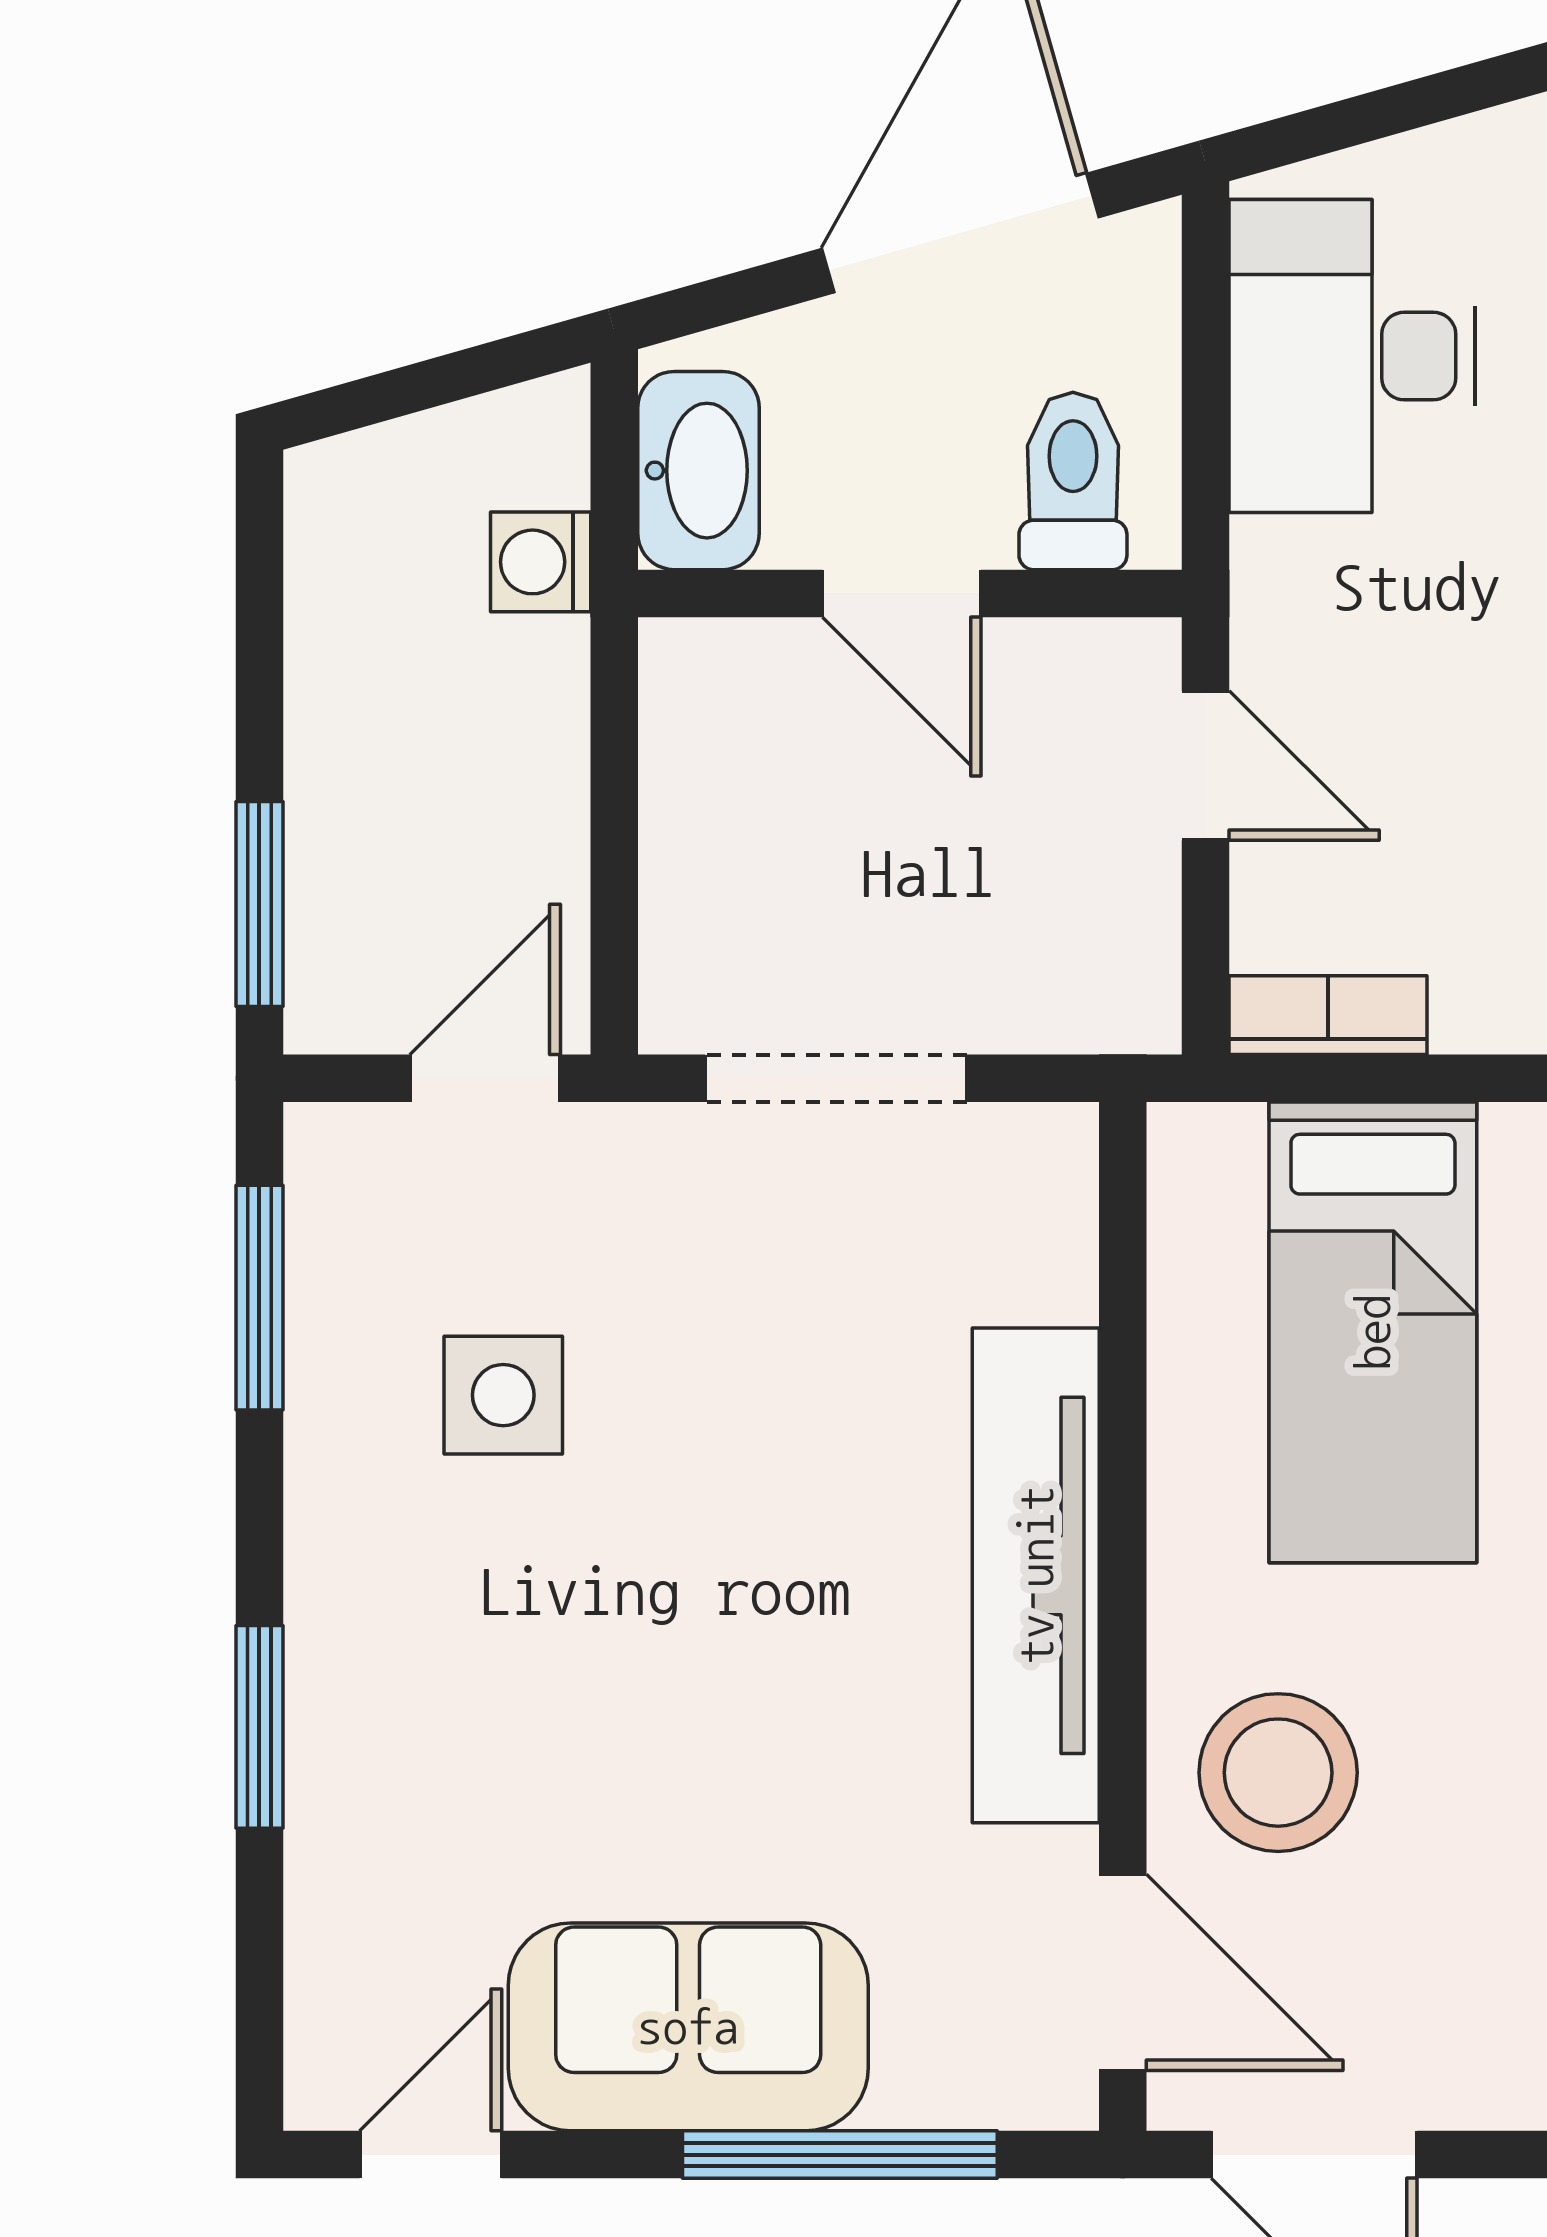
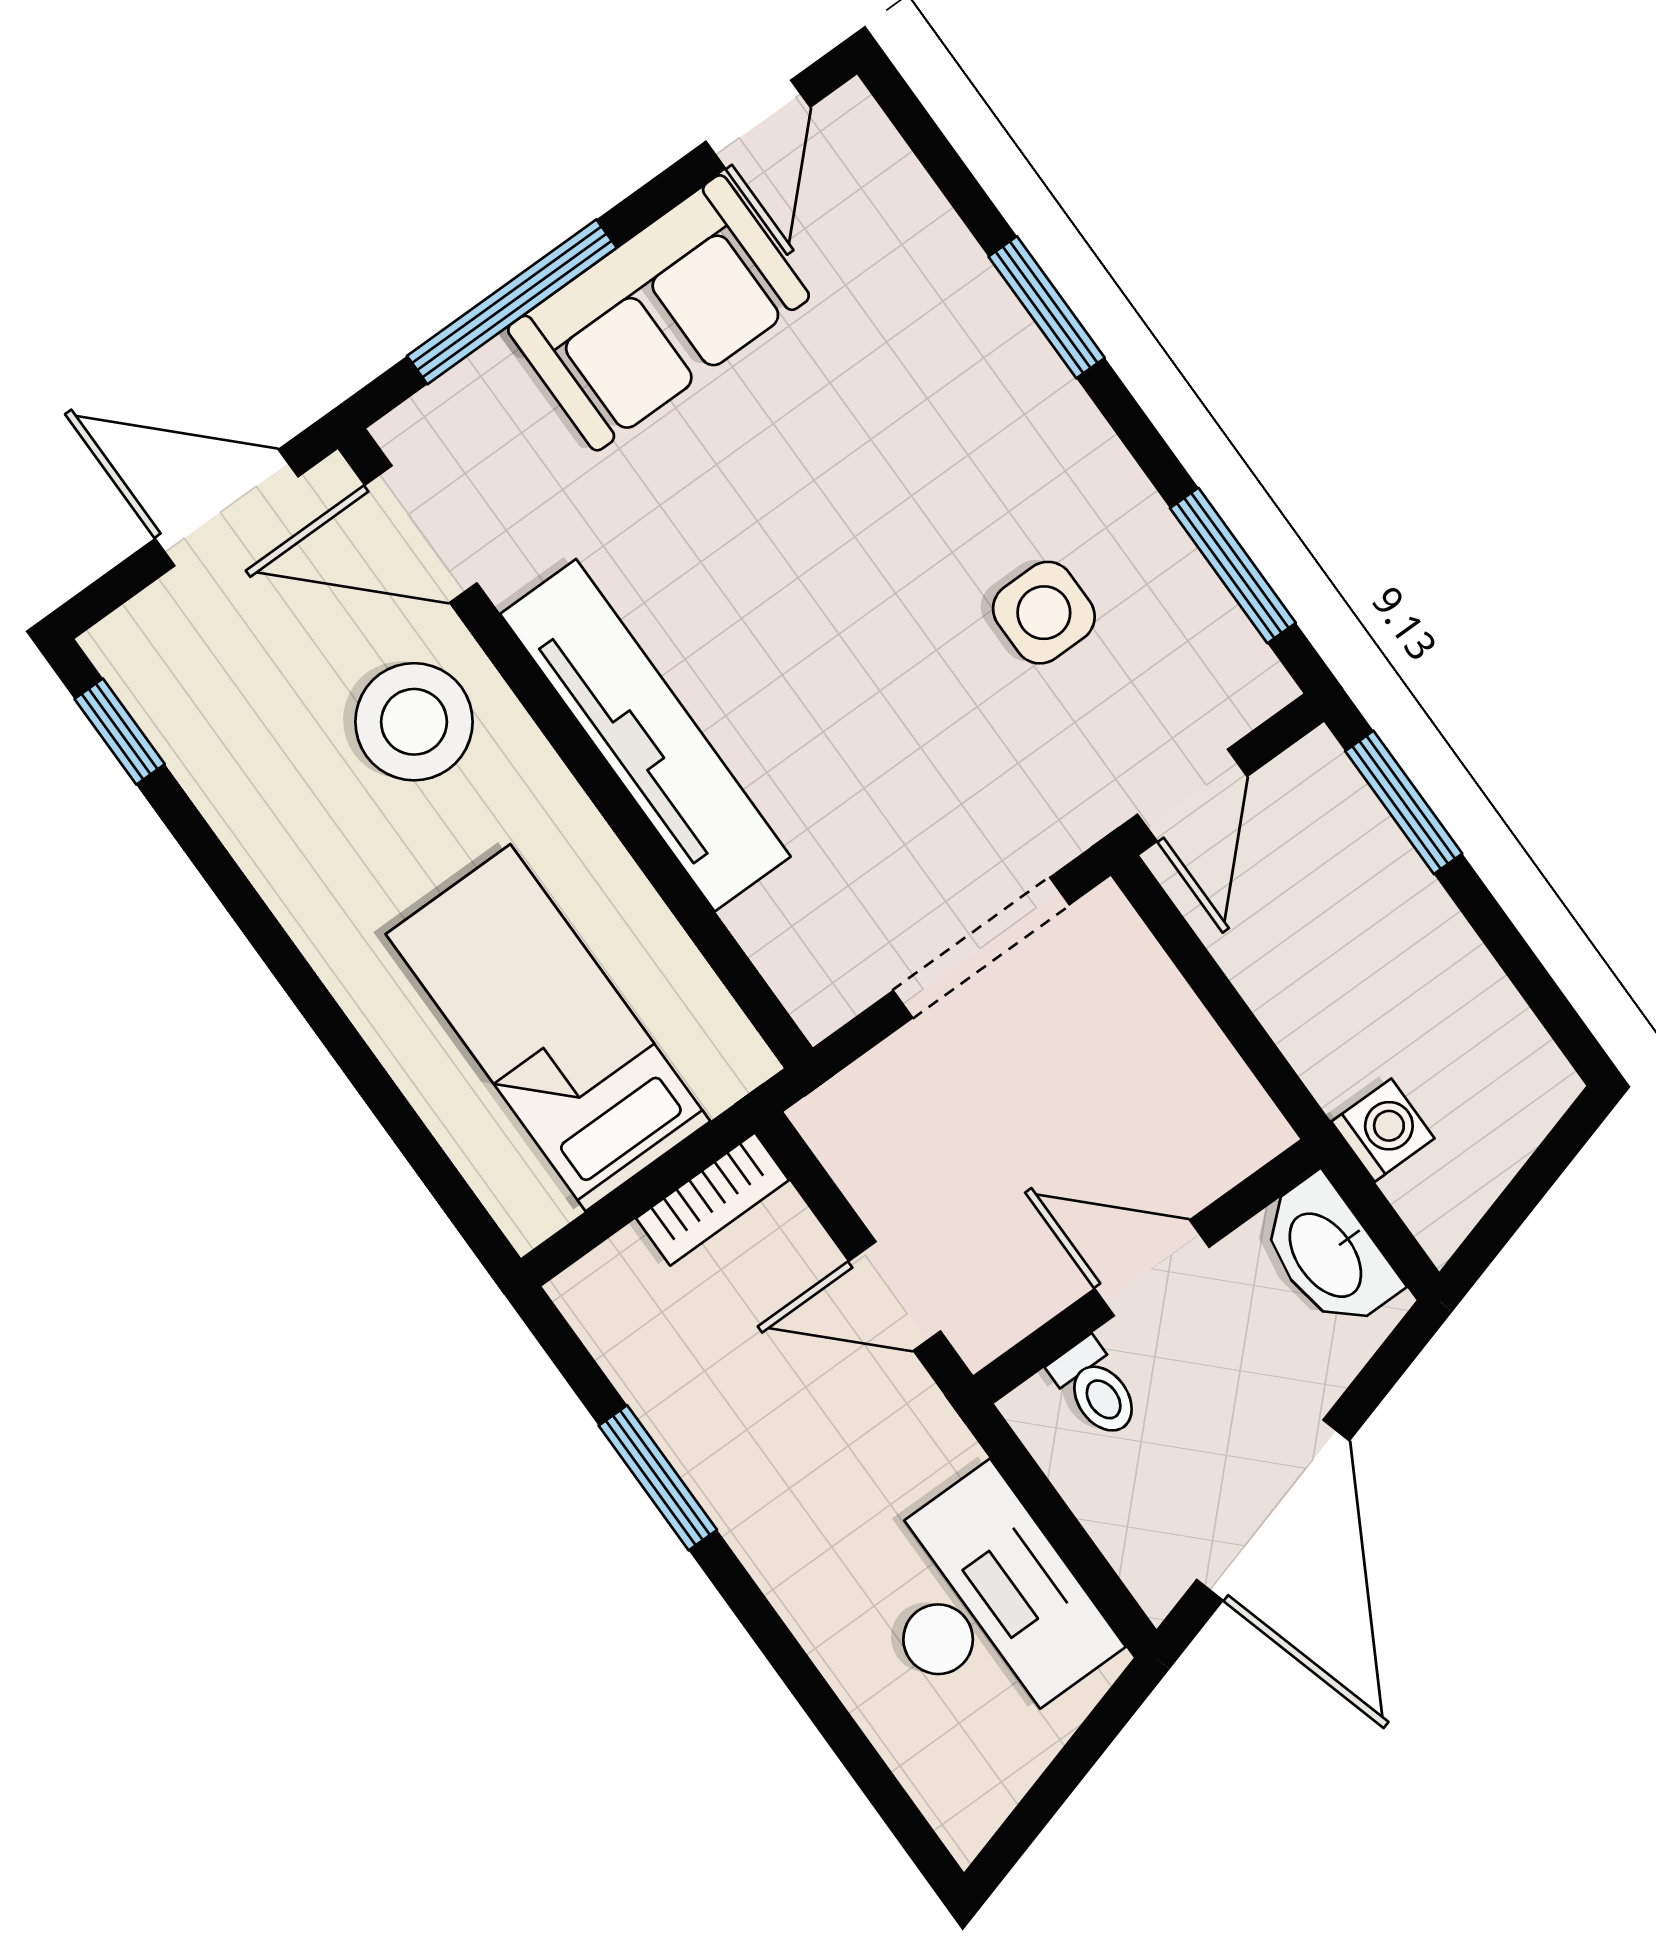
toilet: (1073, 481) -> (1096, 1389), width x0.73, depth x0.72

